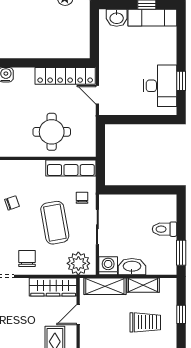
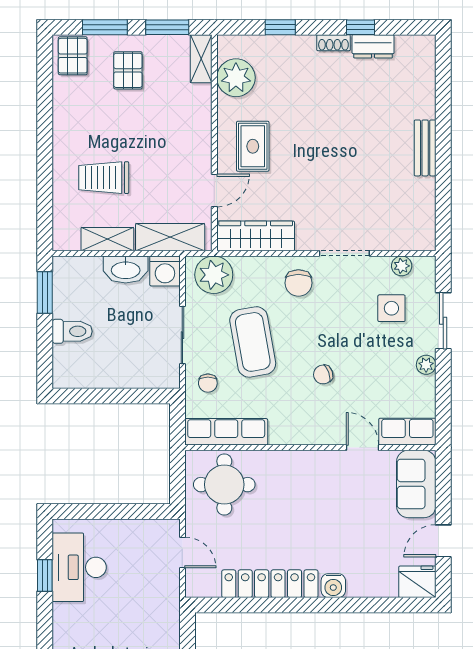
locker: (65, 76) -> (270, 584), moved
round table: (52, 132) -> (224, 485), moved
window: (181, 314) -> (45, 191), removed

